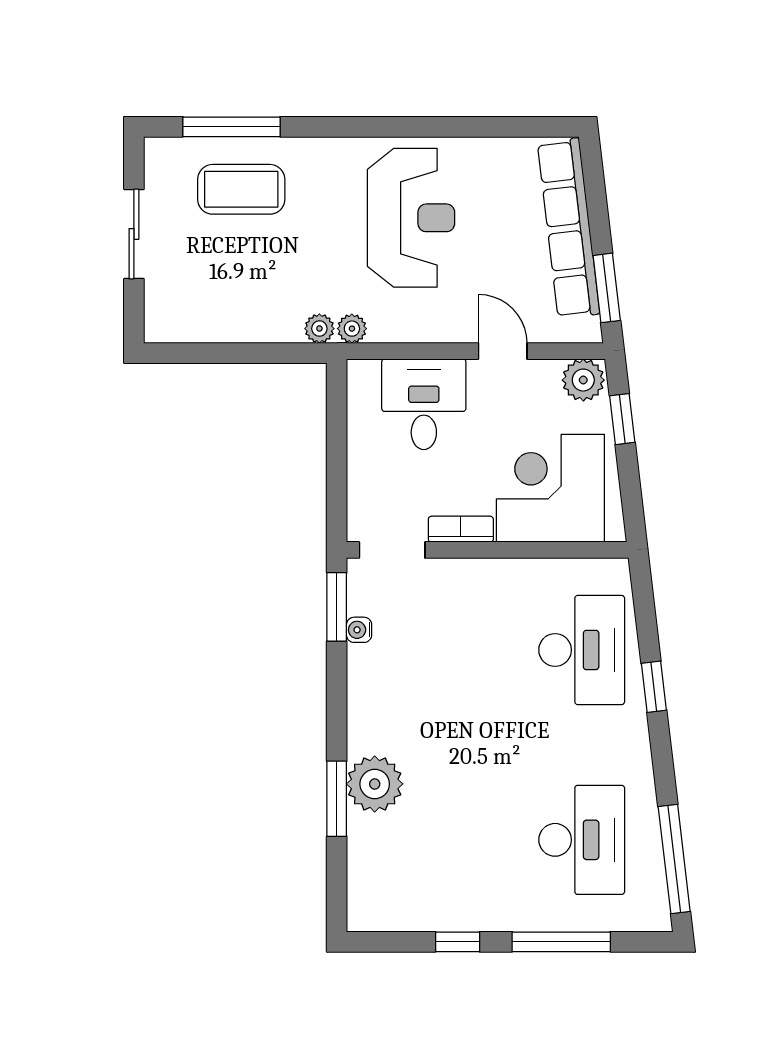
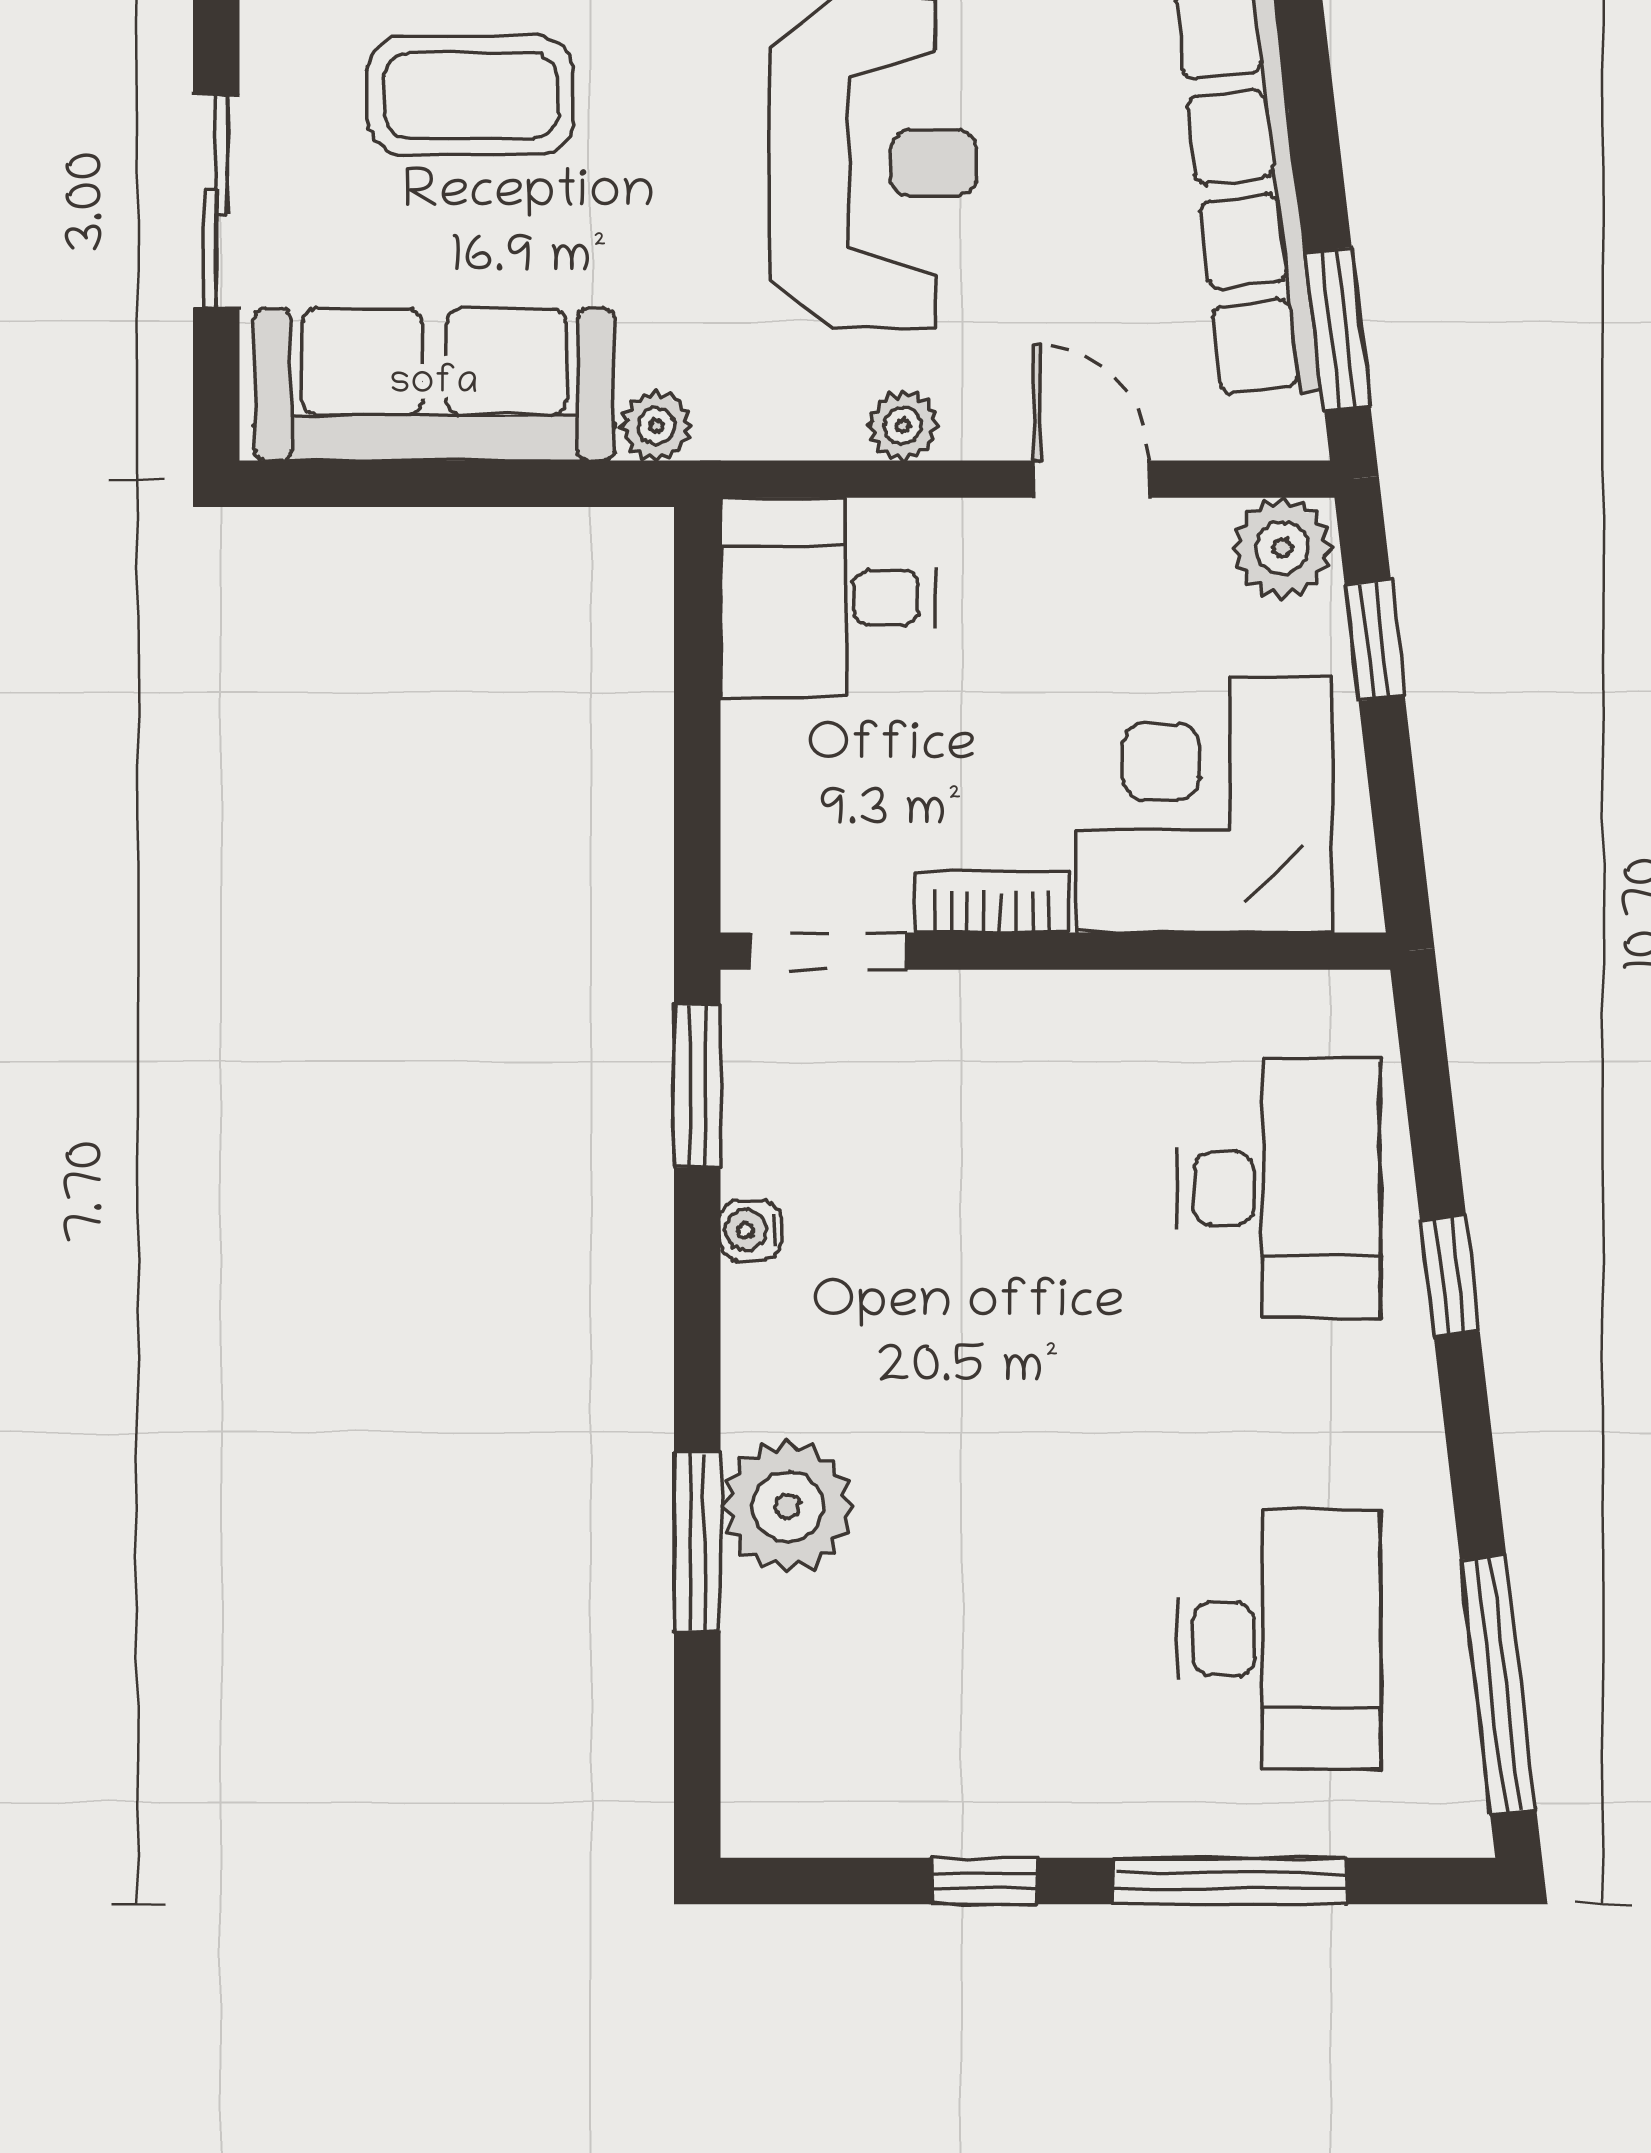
sofa: (226, 311) -> (434, 384), added
plant: (352, 329) -> (903, 426), moved
desk: (424, 404) -> (828, 598), moved, turned -90
water cooler: (359, 630) -> (750, 1230), moved

